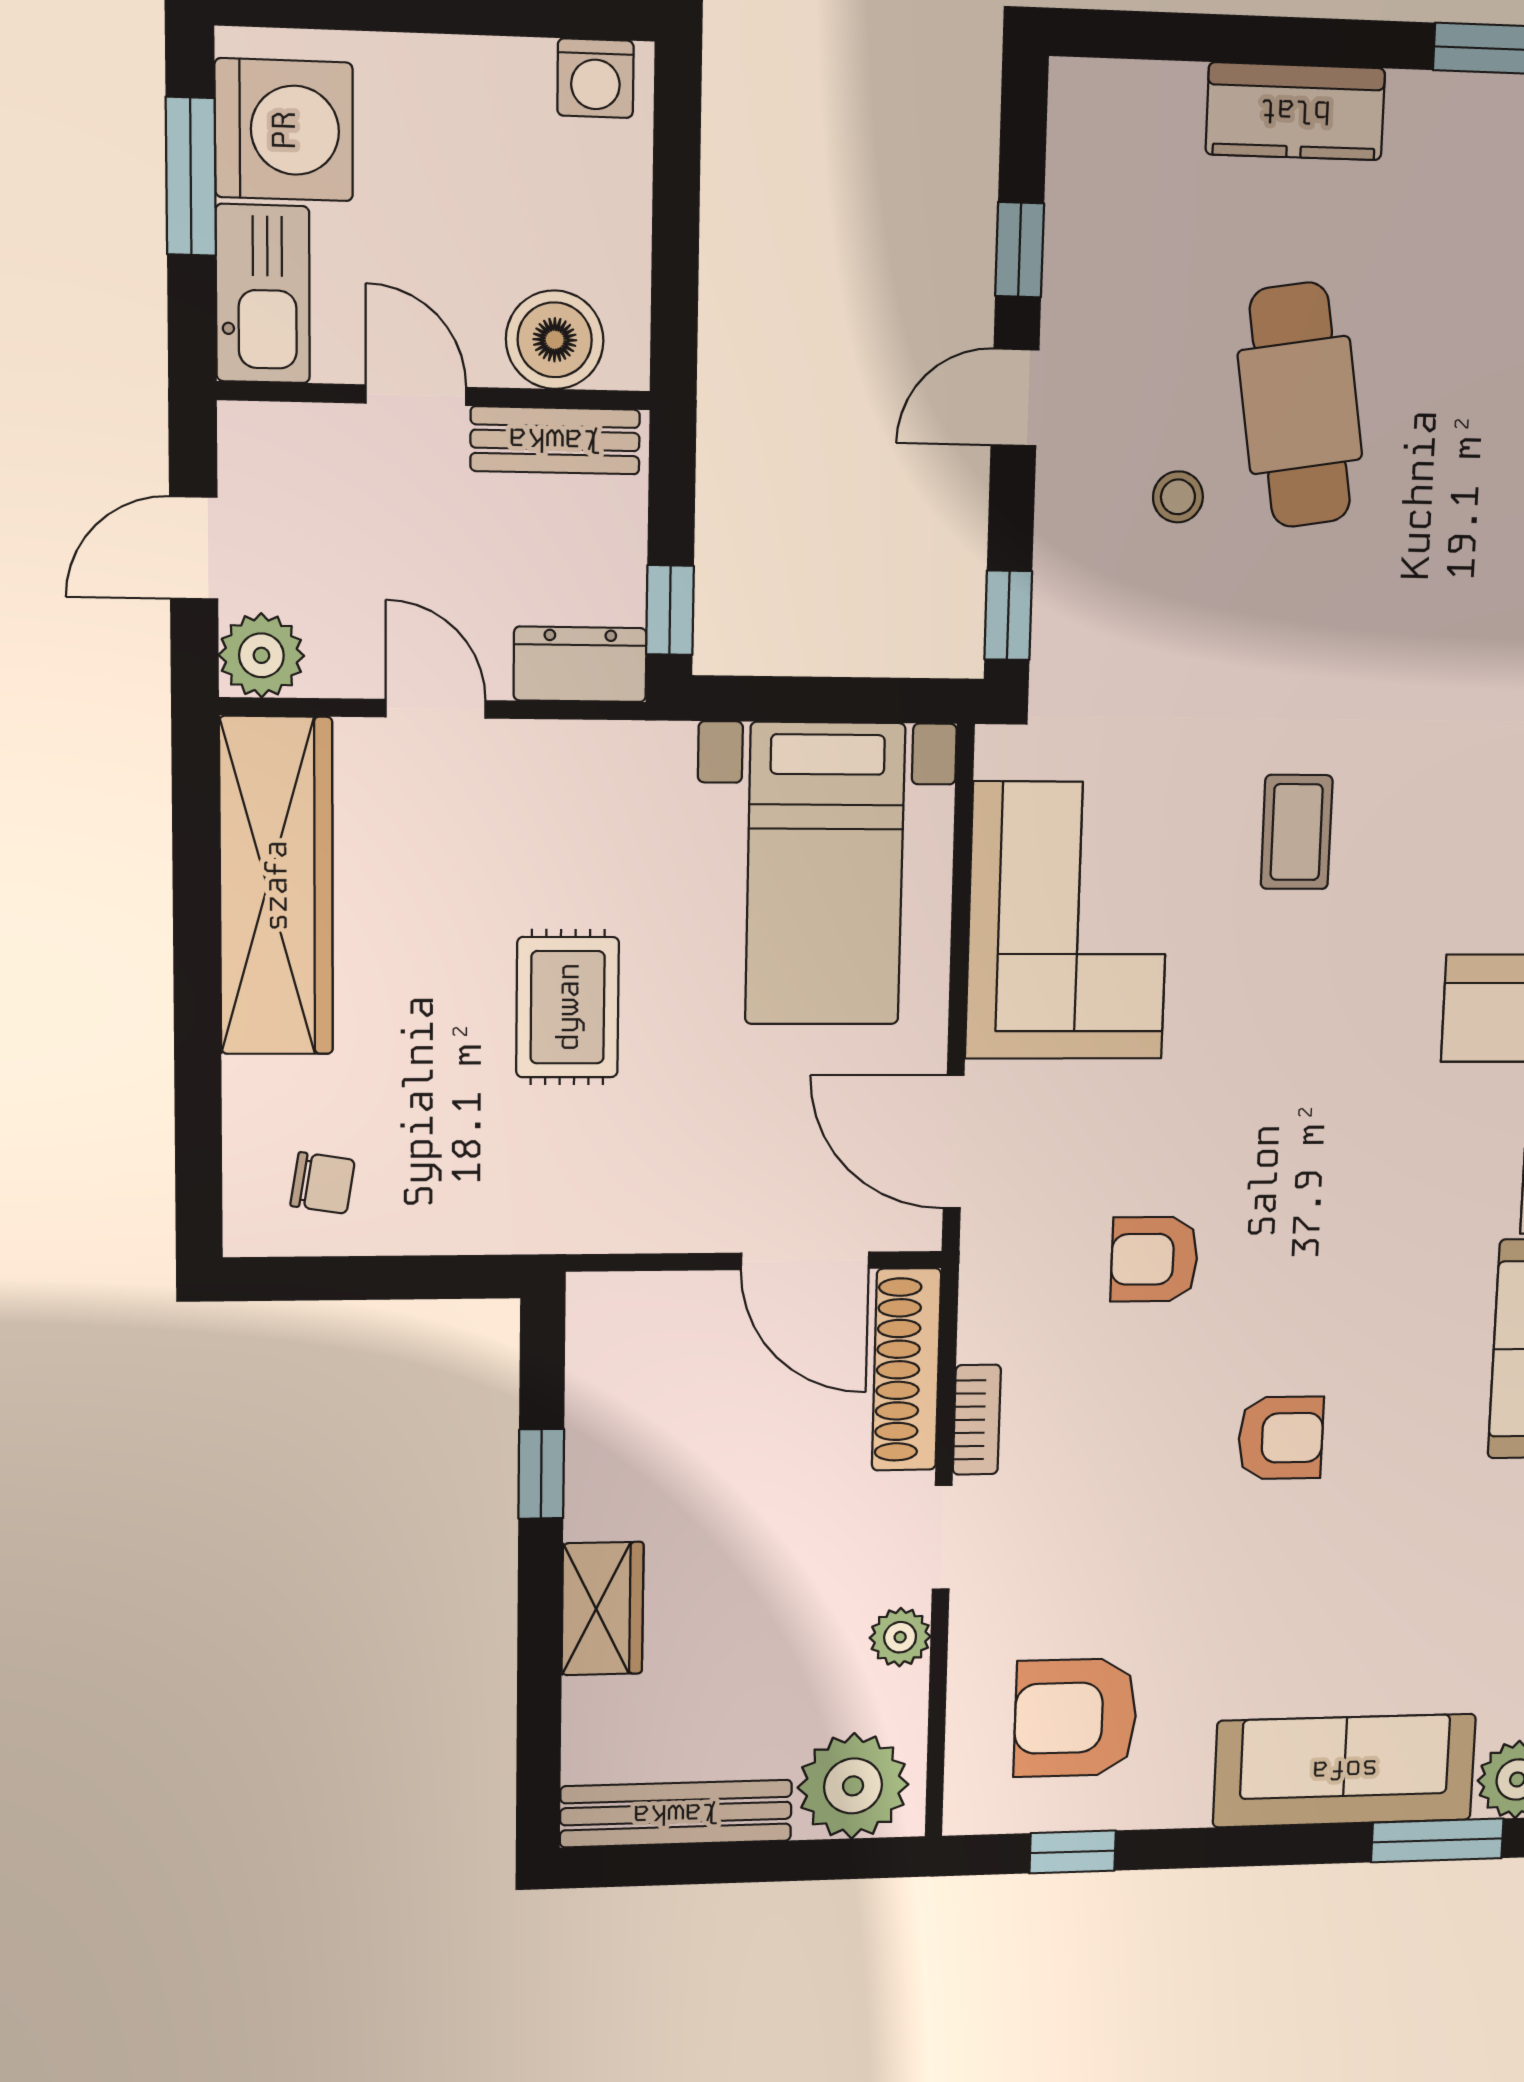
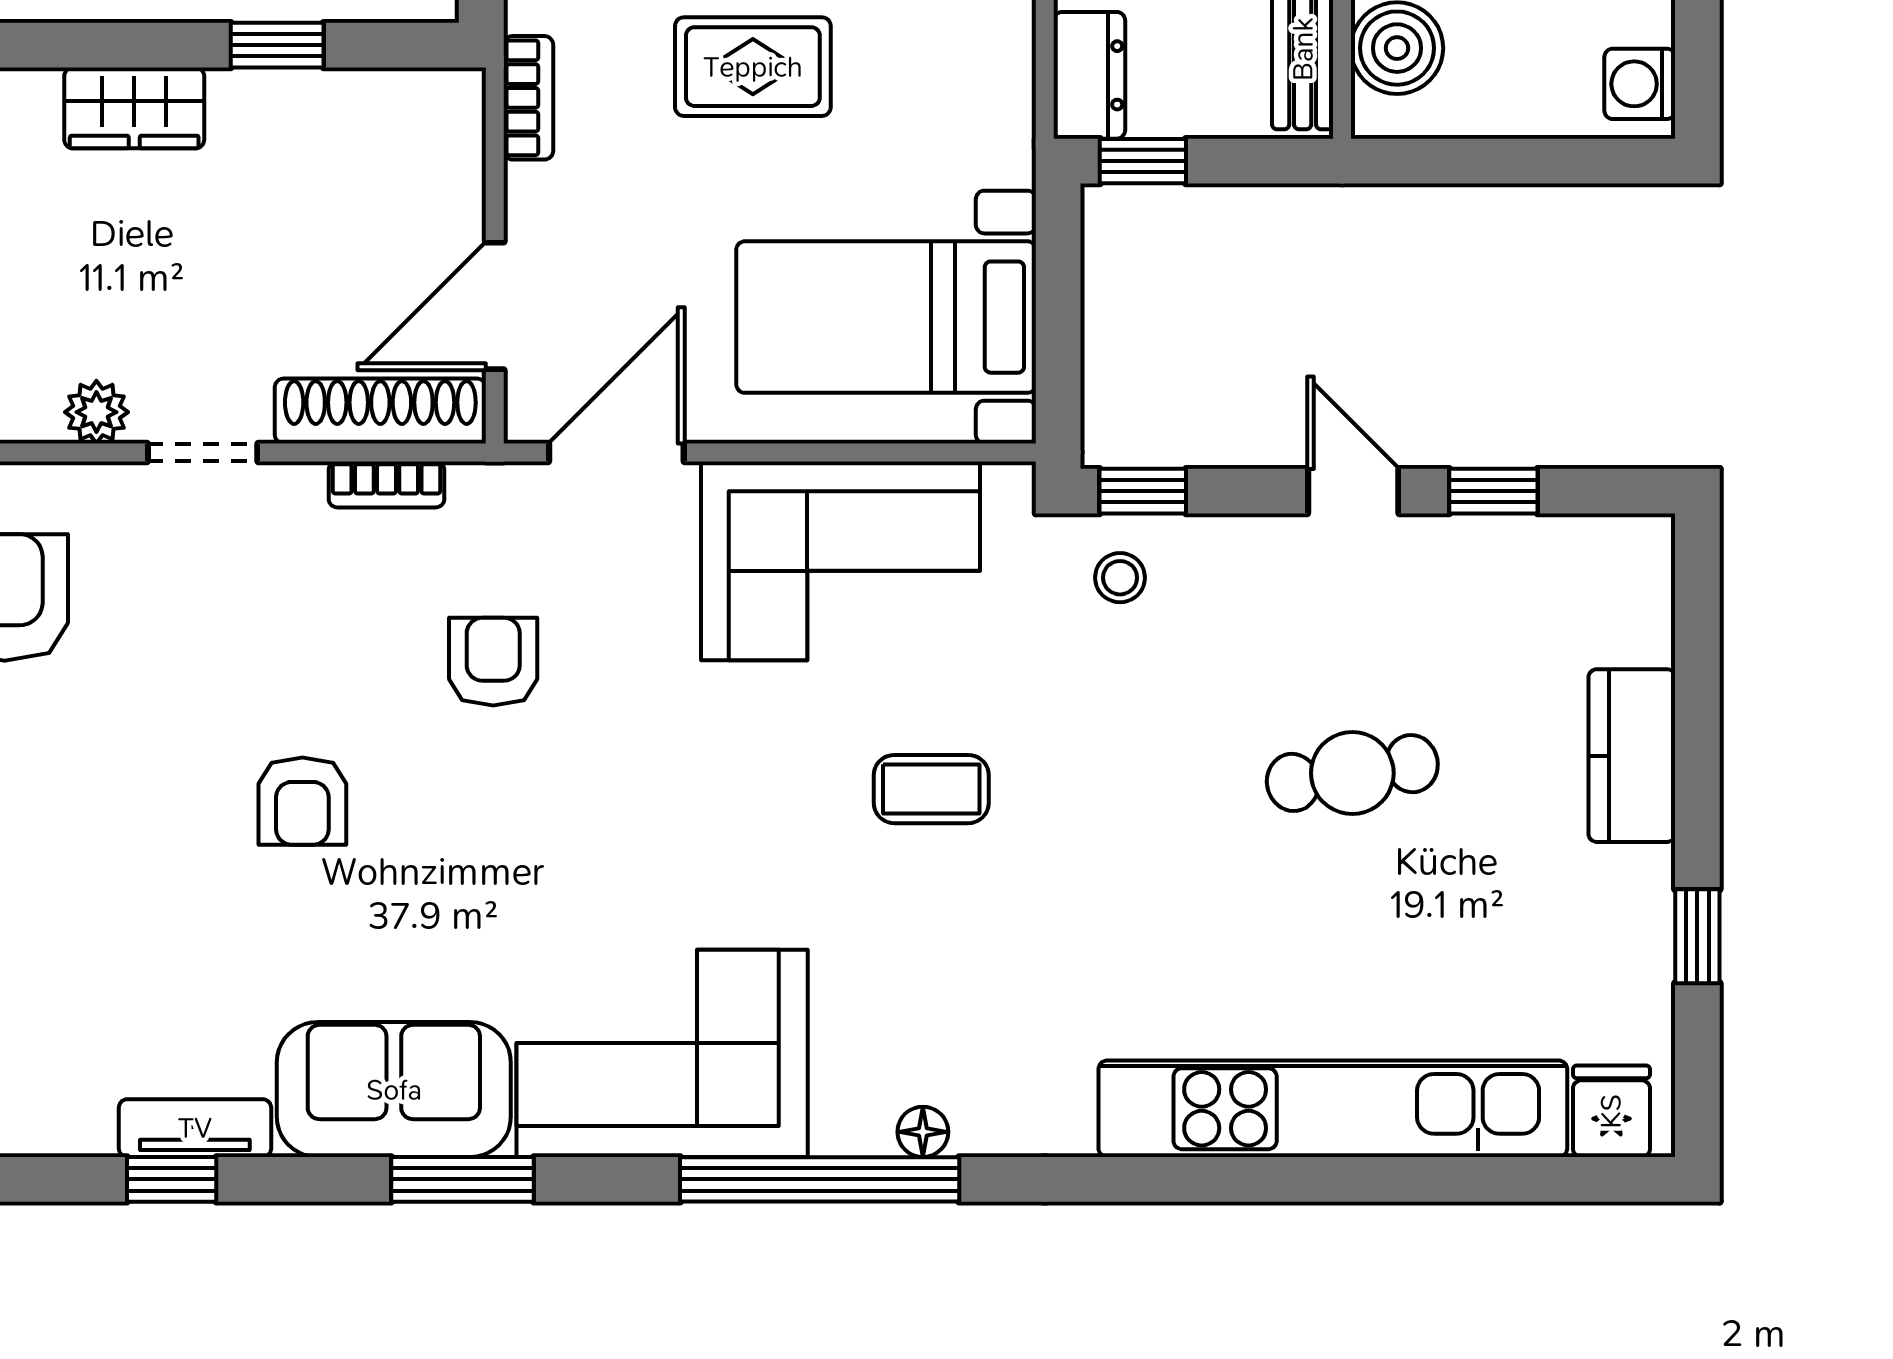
cafe table: (1300, 405) -> (1352, 773), width x0.73, depth x0.74
stool: (1178, 497) -> (1120, 578), moved
bookcase: (597, 1230) -> (528, 98), added
bookcase: (977, 1420) -> (387, 484), moved

